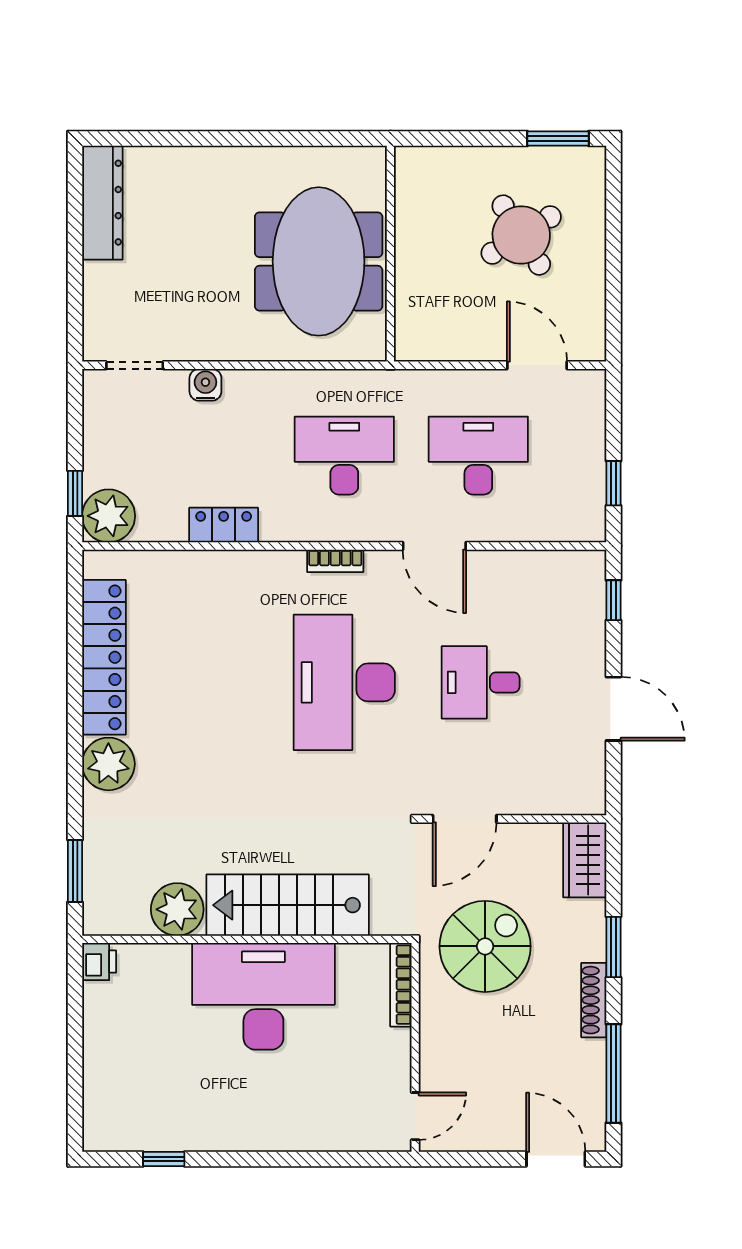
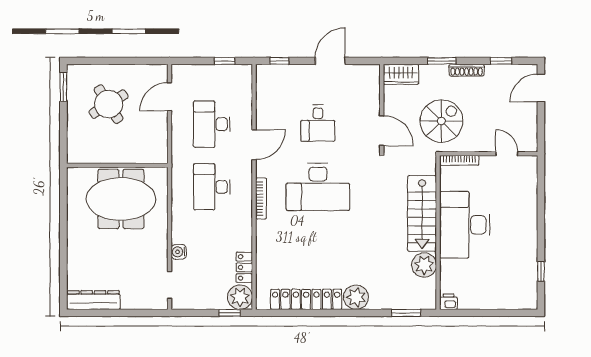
locker: (224, 525) -> (244, 267), moved
bookcase: (335, 561) -> (261, 199), width x1.56
spiral stairs: (485, 946) -> (441, 121), turned 90
window: (614, 1073) -> (501, 61), width x0.46
door: (415, 1116) -> (507, 154), moved

